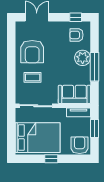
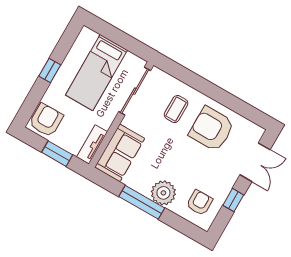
window: (76, 17) -> (233, 200), moved
bed: (38, 138) -> (96, 72), width x0.67
armchair: (80, 145) -> (46, 120), turned -90

